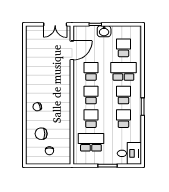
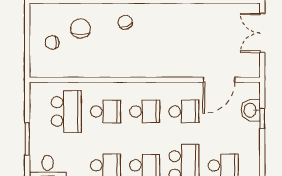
double door: (55, 24) -> (262, 33), moved
washbasin: (104, 31) -> (251, 110), moved
door: (72, 50) -> (219, 80), hinge flipped

